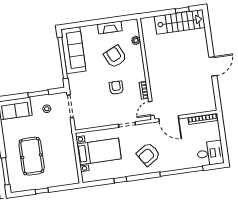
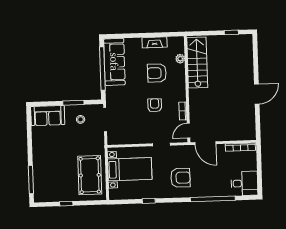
stairs: (180, 22) -> (197, 62), moved, turned -90
armchair: (115, 57) -> (157, 73), turned -65
armchair: (148, 154) -> (180, 178), turned -147
pool table: (32, 156) -> (90, 175), moved

